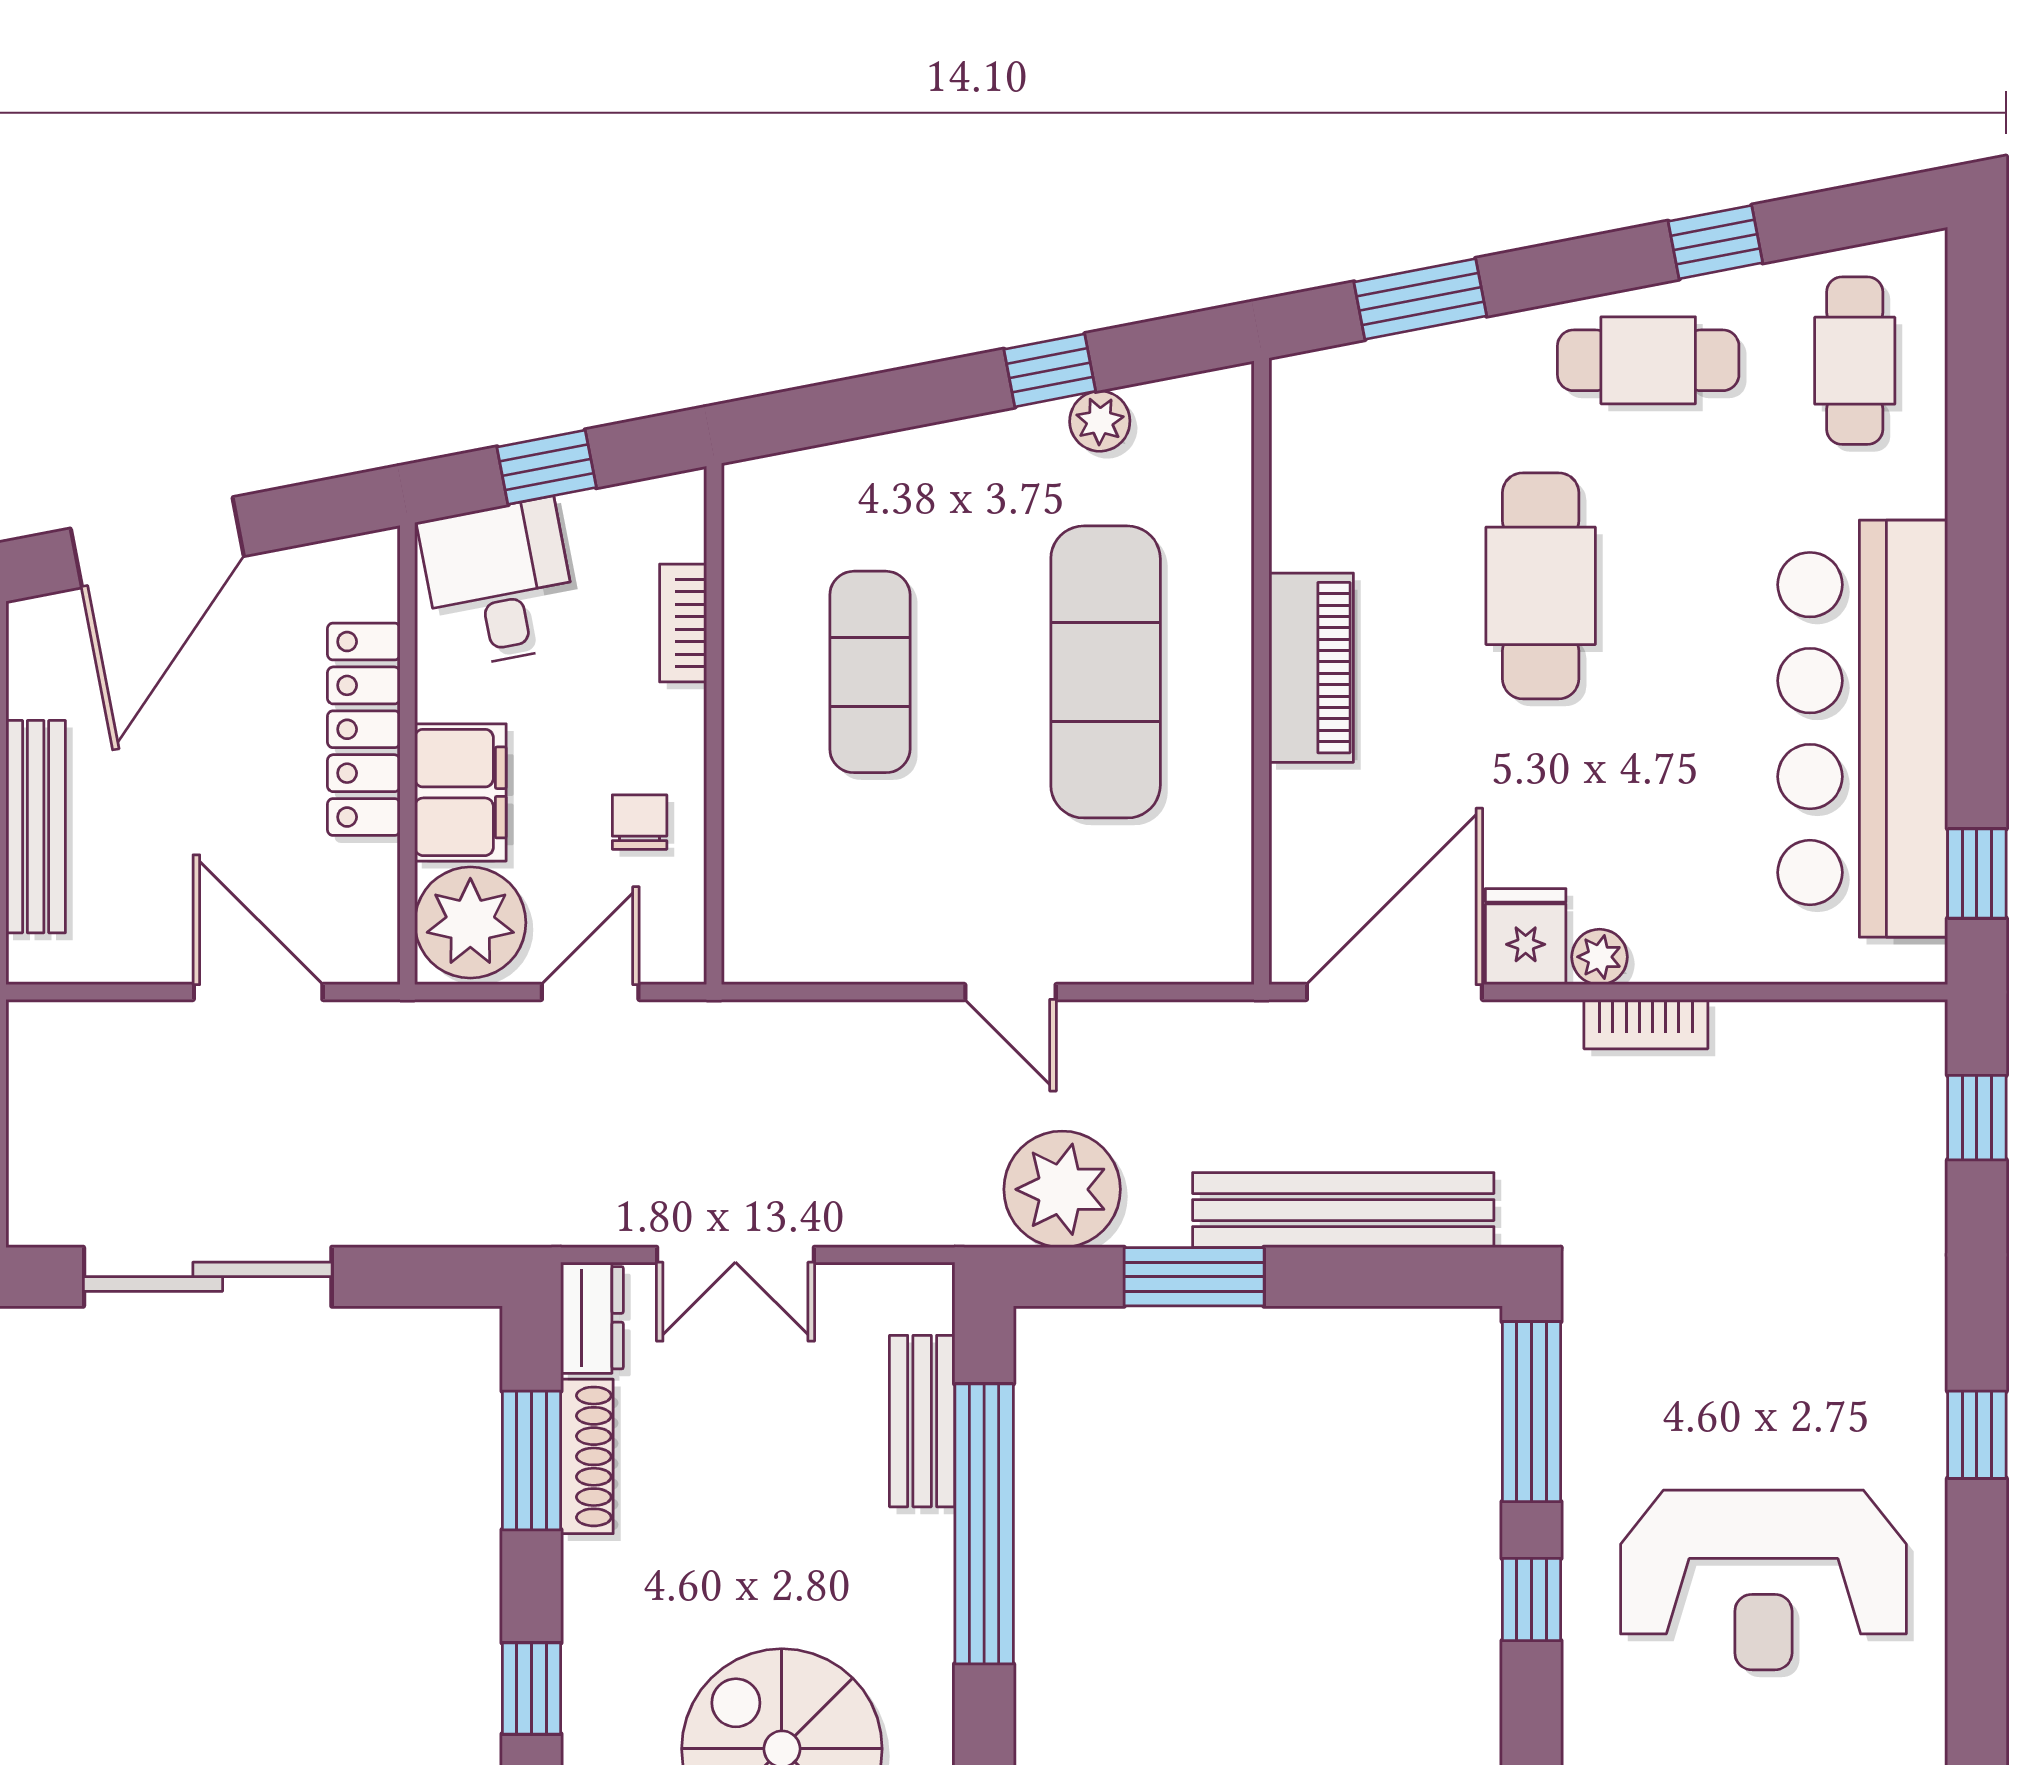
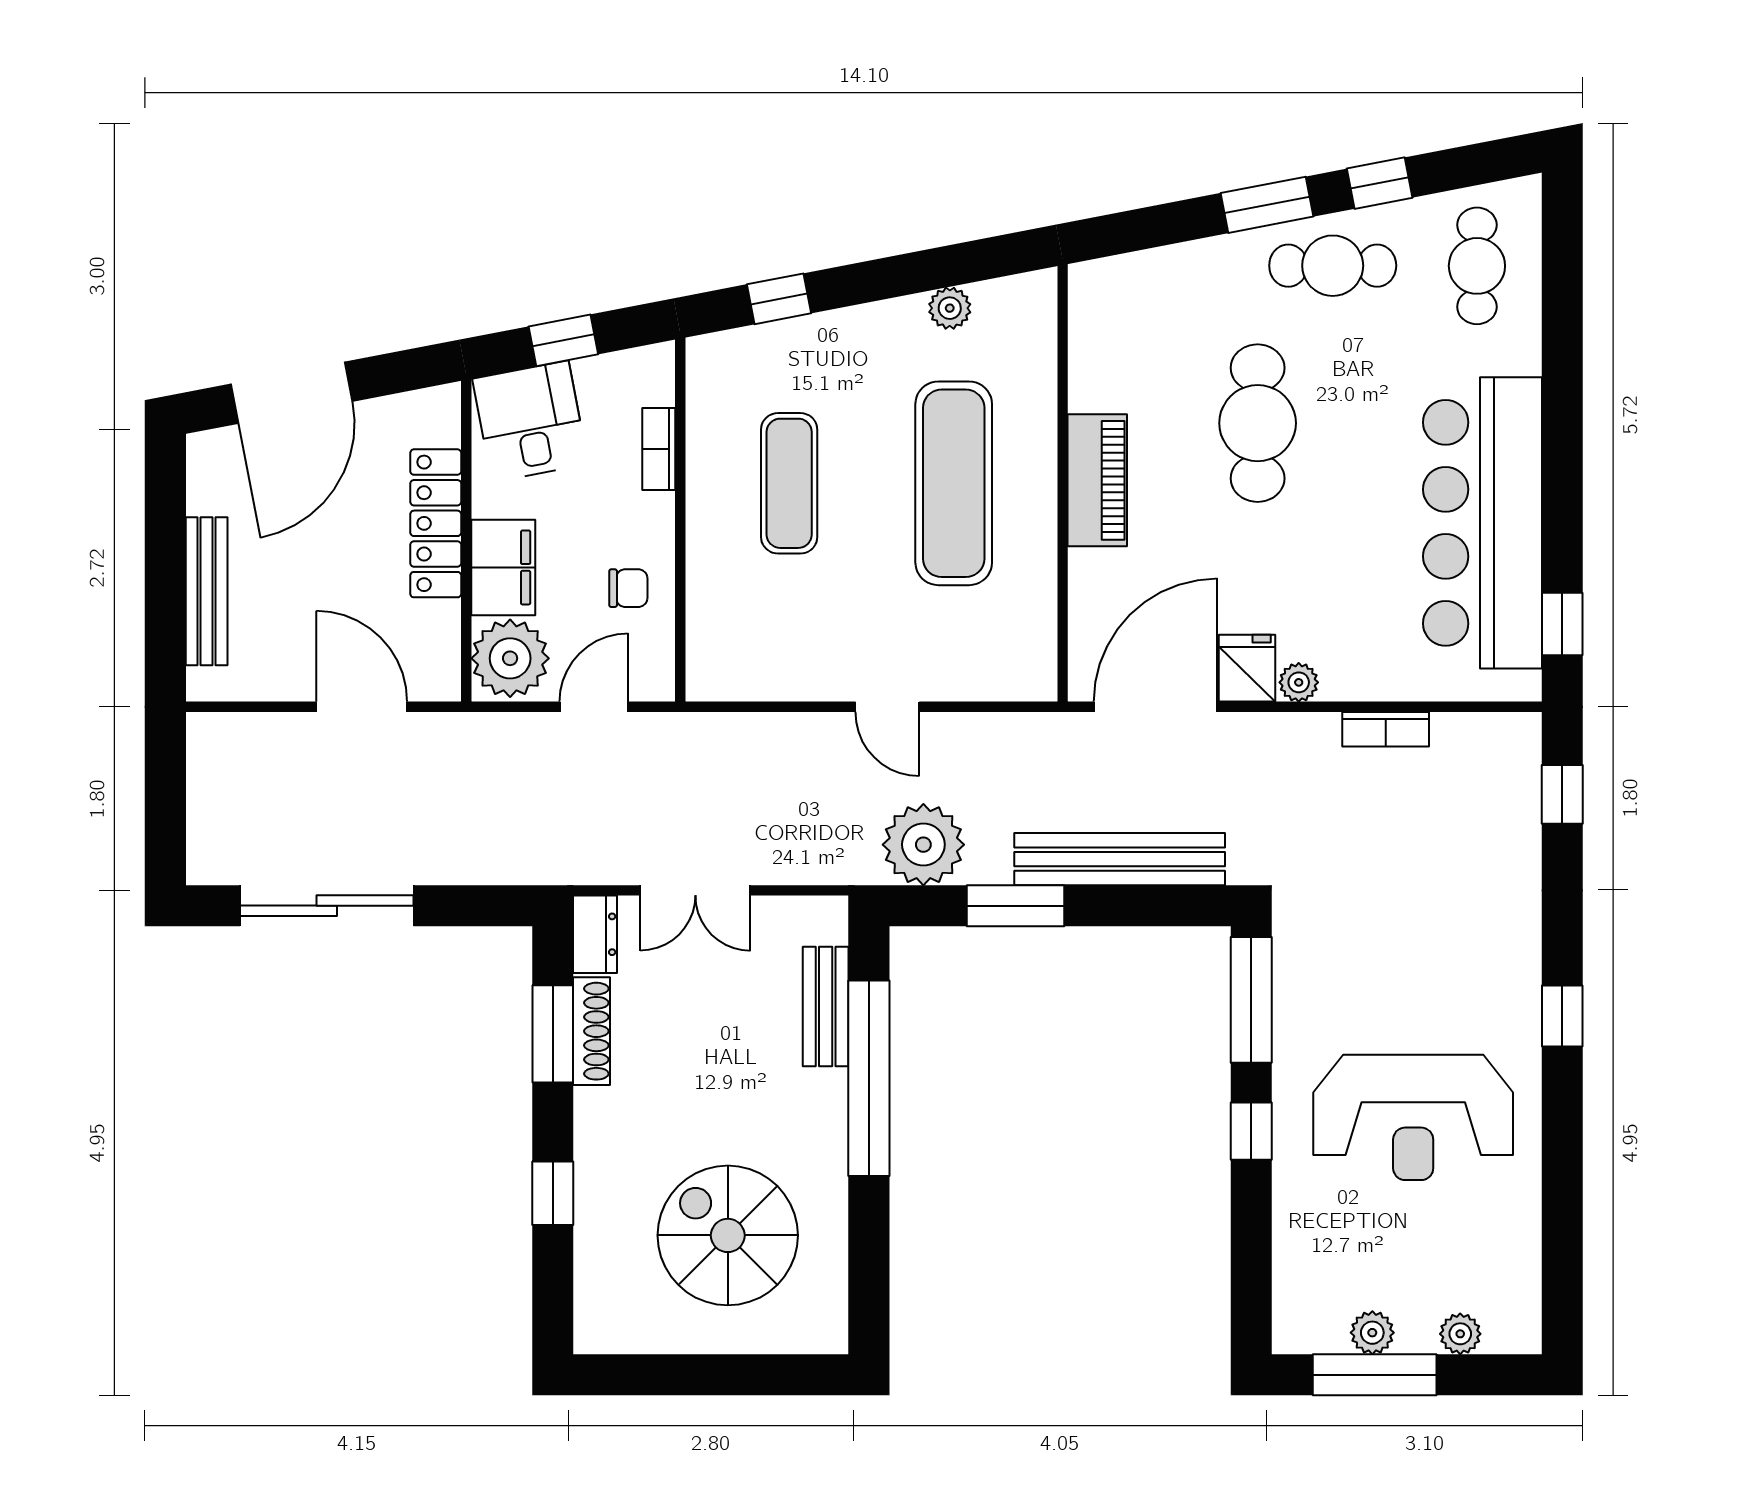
window: (1420, 299) -> (1267, 205), moved
window: (1050, 370) -> (779, 299), moved
chair: (640, 822) -> (628, 588), turned 90
bookcase: (1646, 1024) -> (1386, 729), moved

